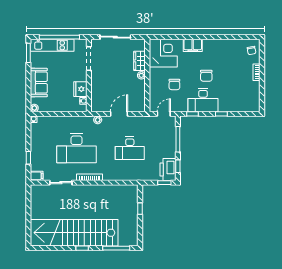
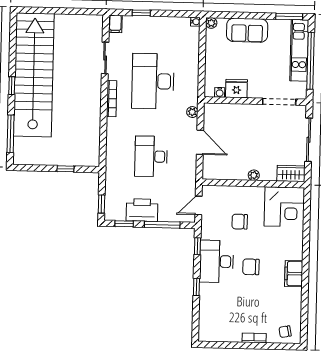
filing cabinet: (193, 45) -> (294, 274), moved
wardrobe: (139, 61) -> (291, 173), moved
door: (164, 114) -> (198, 205), swing flipped
printer: (168, 169) -> (142, 210), moved

